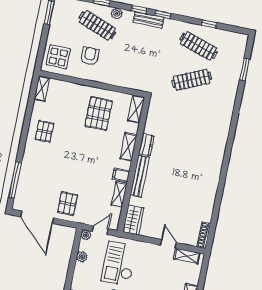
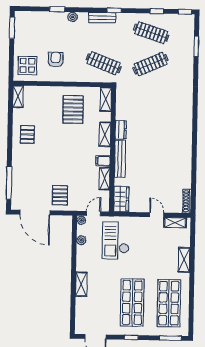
window: (139, 10) -> (185, 12), moved
clothes rail: (97, 25) -> (104, 63), moved

